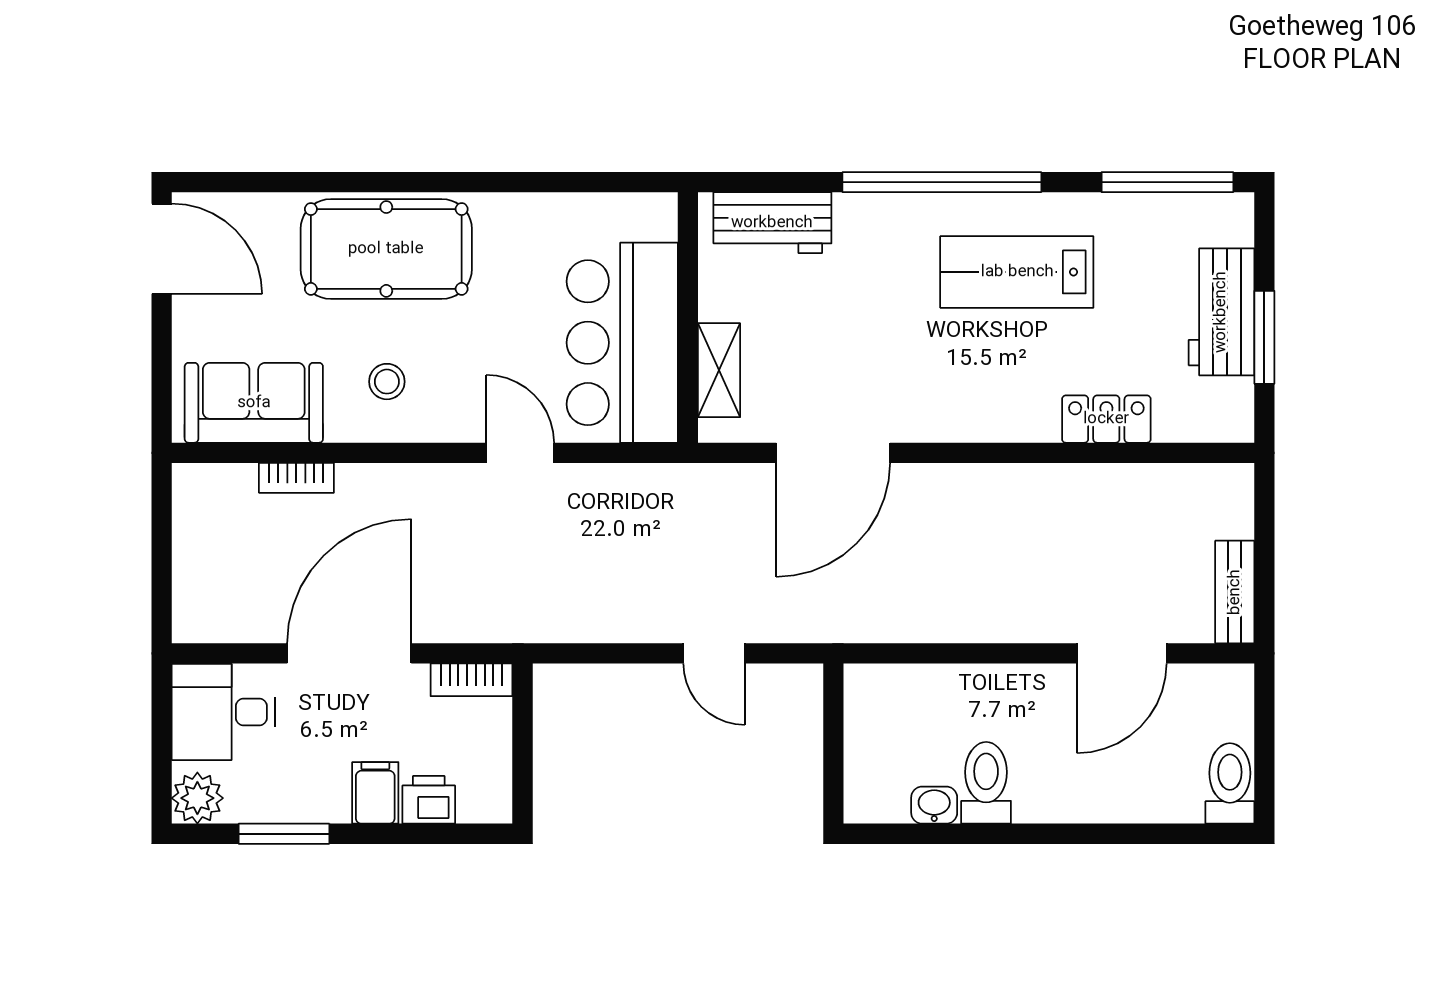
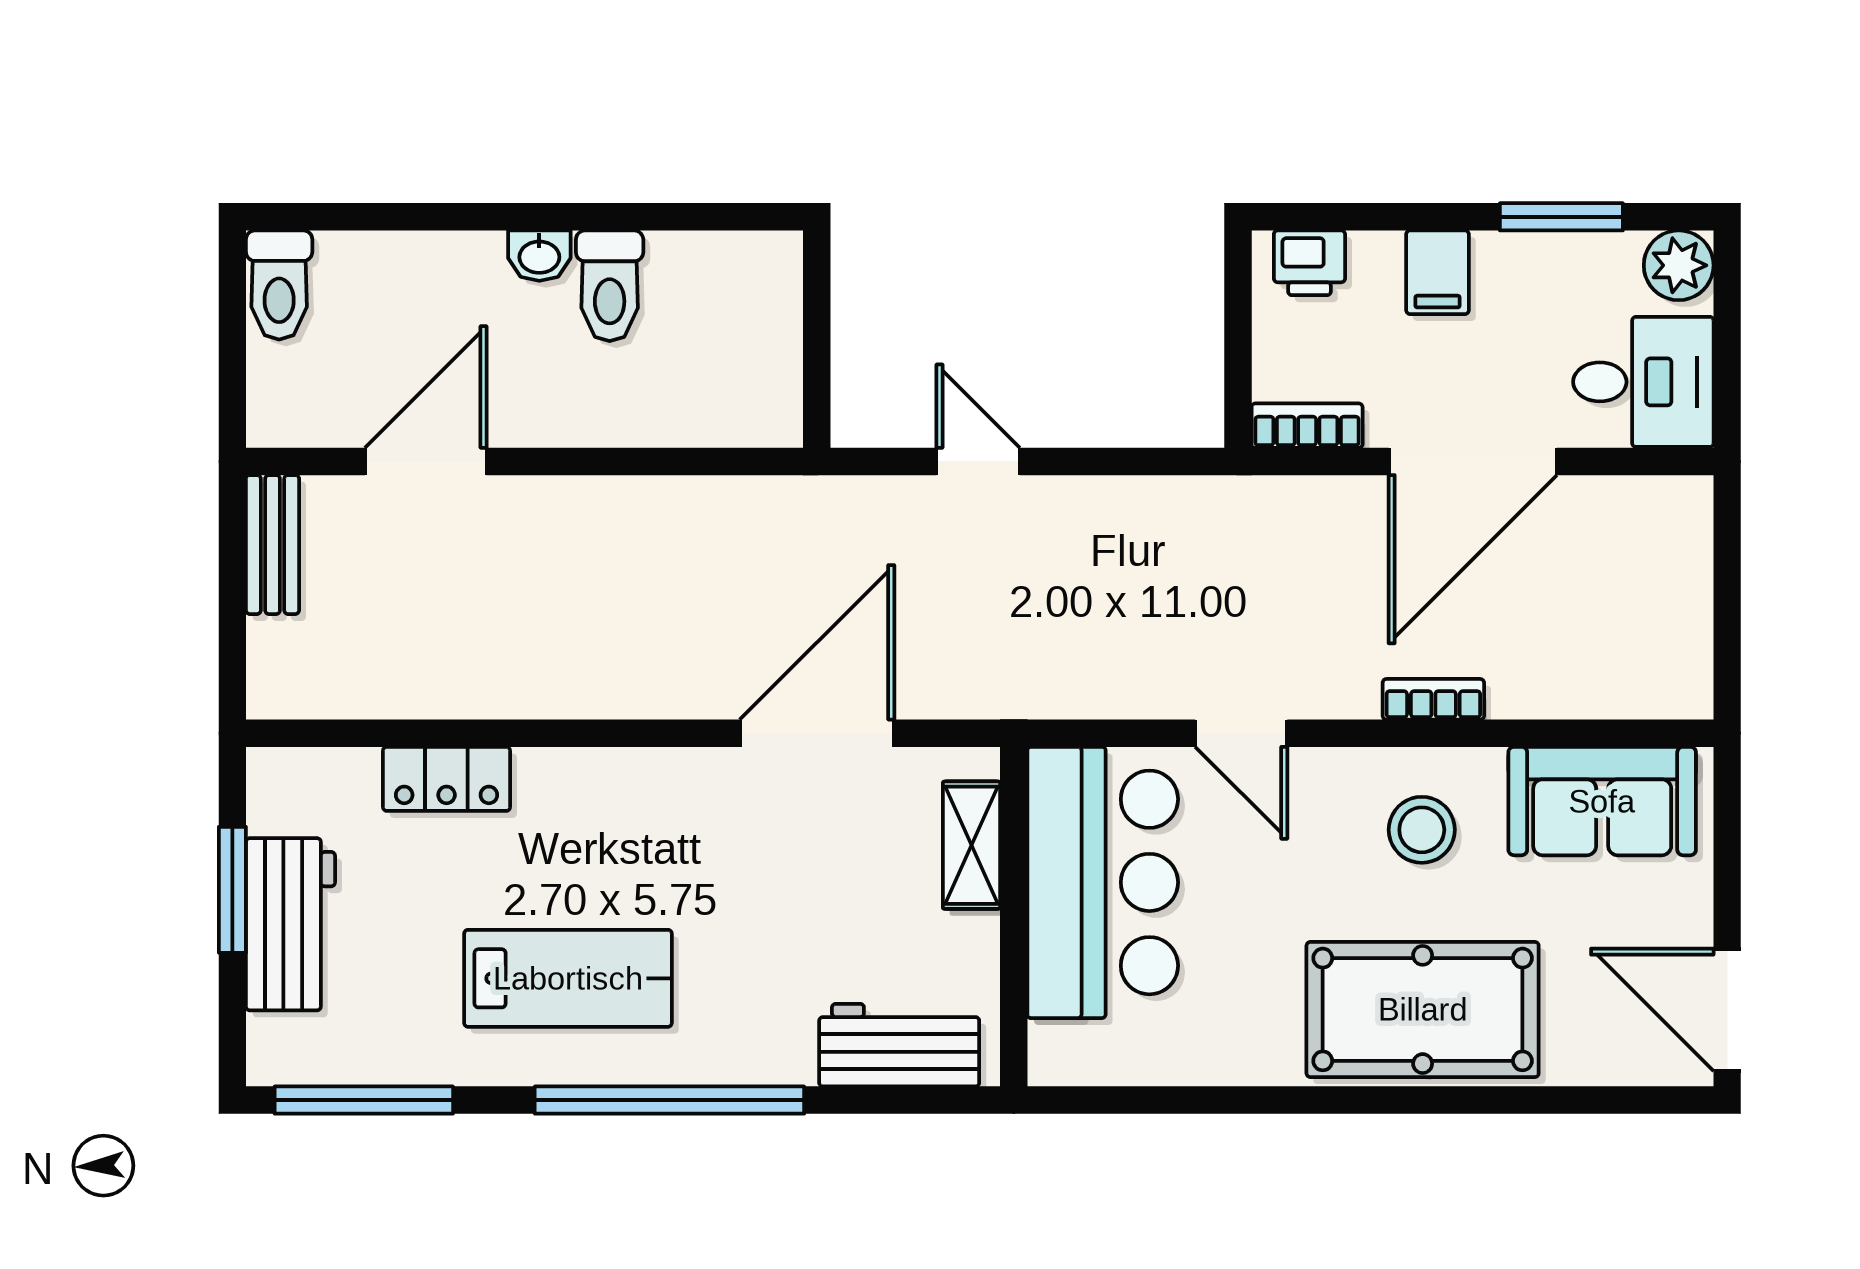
stool: (387, 382) -> (1422, 830), width x1.37, depth x1.37
bookcase: (296, 478) -> (1433, 699), moved
printer: (429, 800) -> (1309, 263), moved
washbasin: (934, 805) -> (539, 256), moved

